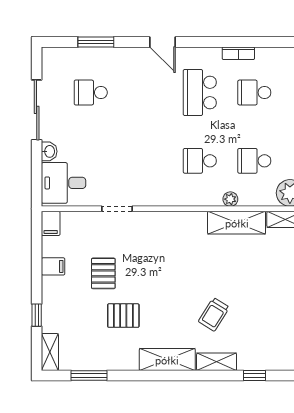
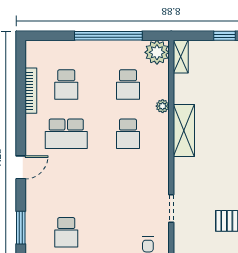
bookcase: (238, 53) -> (31, 91), width x1.56
shelving: (237, 223) -> (184, 131), moved

